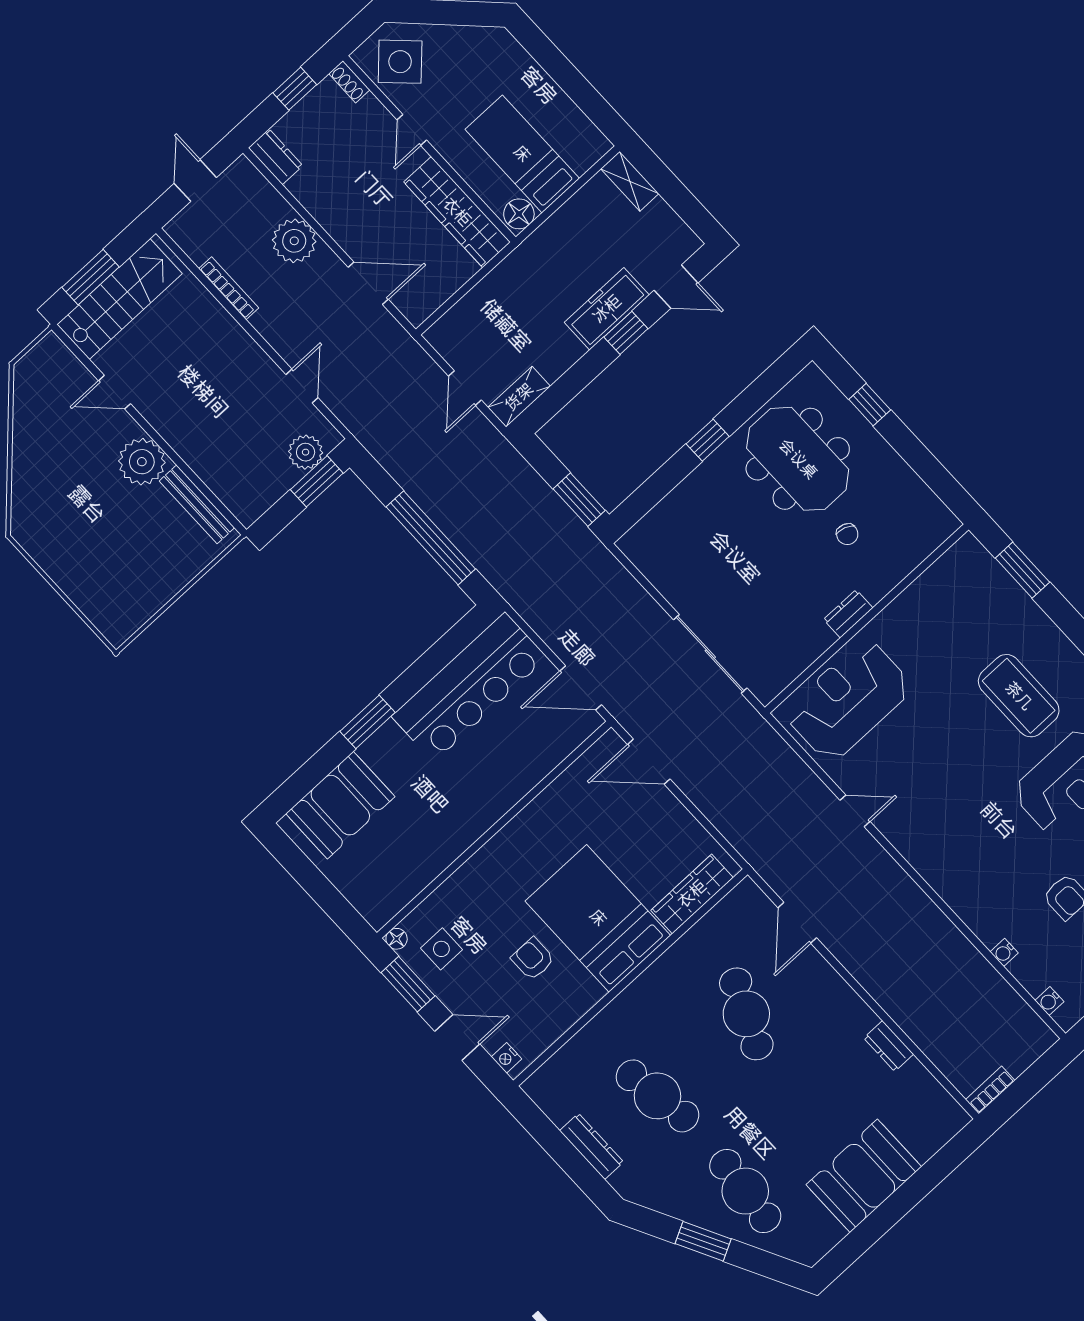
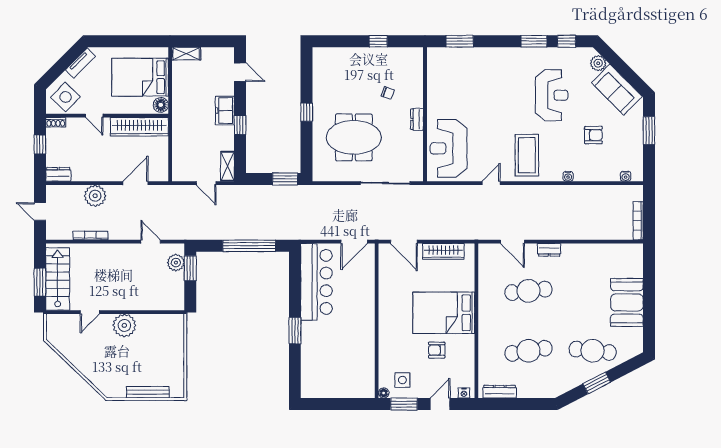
tv unit: (471, 37) -> (80, 63), added
bed: (522, 154) -> (140, 77), width x1.50
door: (676, 287) -> (240, 72), hinge flipped
freezer: (607, 309) -> (225, 110), width x0.71
window: (626, 333) -> (240, 125), moved
window: (870, 405) -> (378, 41), moved
meeting table: (798, 459) -> (354, 137), moved
bench: (197, 504) -> (148, 392), moved
coffee table: (1019, 696) -> (527, 155), moved, turned 90
door: (649, 762) -> (404, 242), hinge flipped
booth: (340, 805) -> (316, 369), removed
wardrobe: (692, 894) -> (443, 251), moved, turned -90
water cooler: (1004, 952) -> (568, 176), moved
cafe table: (746, 1014) -> (528, 291), turned -30
dresser: (889, 1046) -> (549, 250), moved
bookcase: (990, 1090) -> (638, 221), width x1.56
dresser: (592, 1146) -> (500, 392), moved

